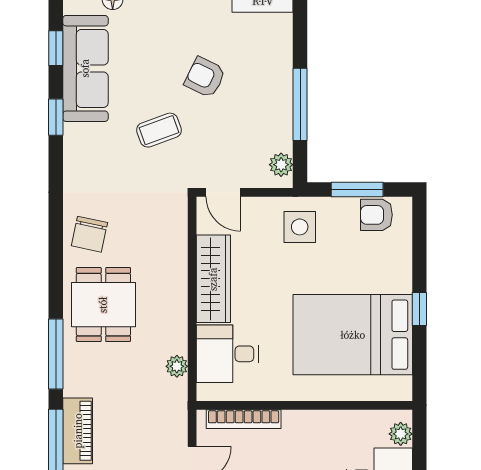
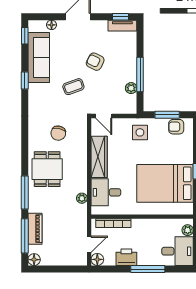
window: (56, 48) -> (25, 36), moved
plant: (281, 165) -> (131, 88), moved
chair: (89, 234) -> (58, 133), moved

